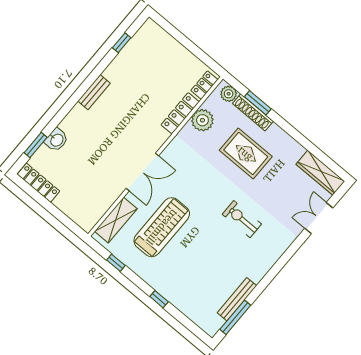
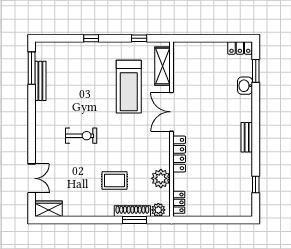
locker: (180, 113) -> (179, 154), moved
rug: (246, 153) -> (114, 181), width x0.73, depth x0.70
wardrobe: (320, 173) -> (49, 209), width x0.67
locker: (38, 183) -> (240, 48), width x0.66

